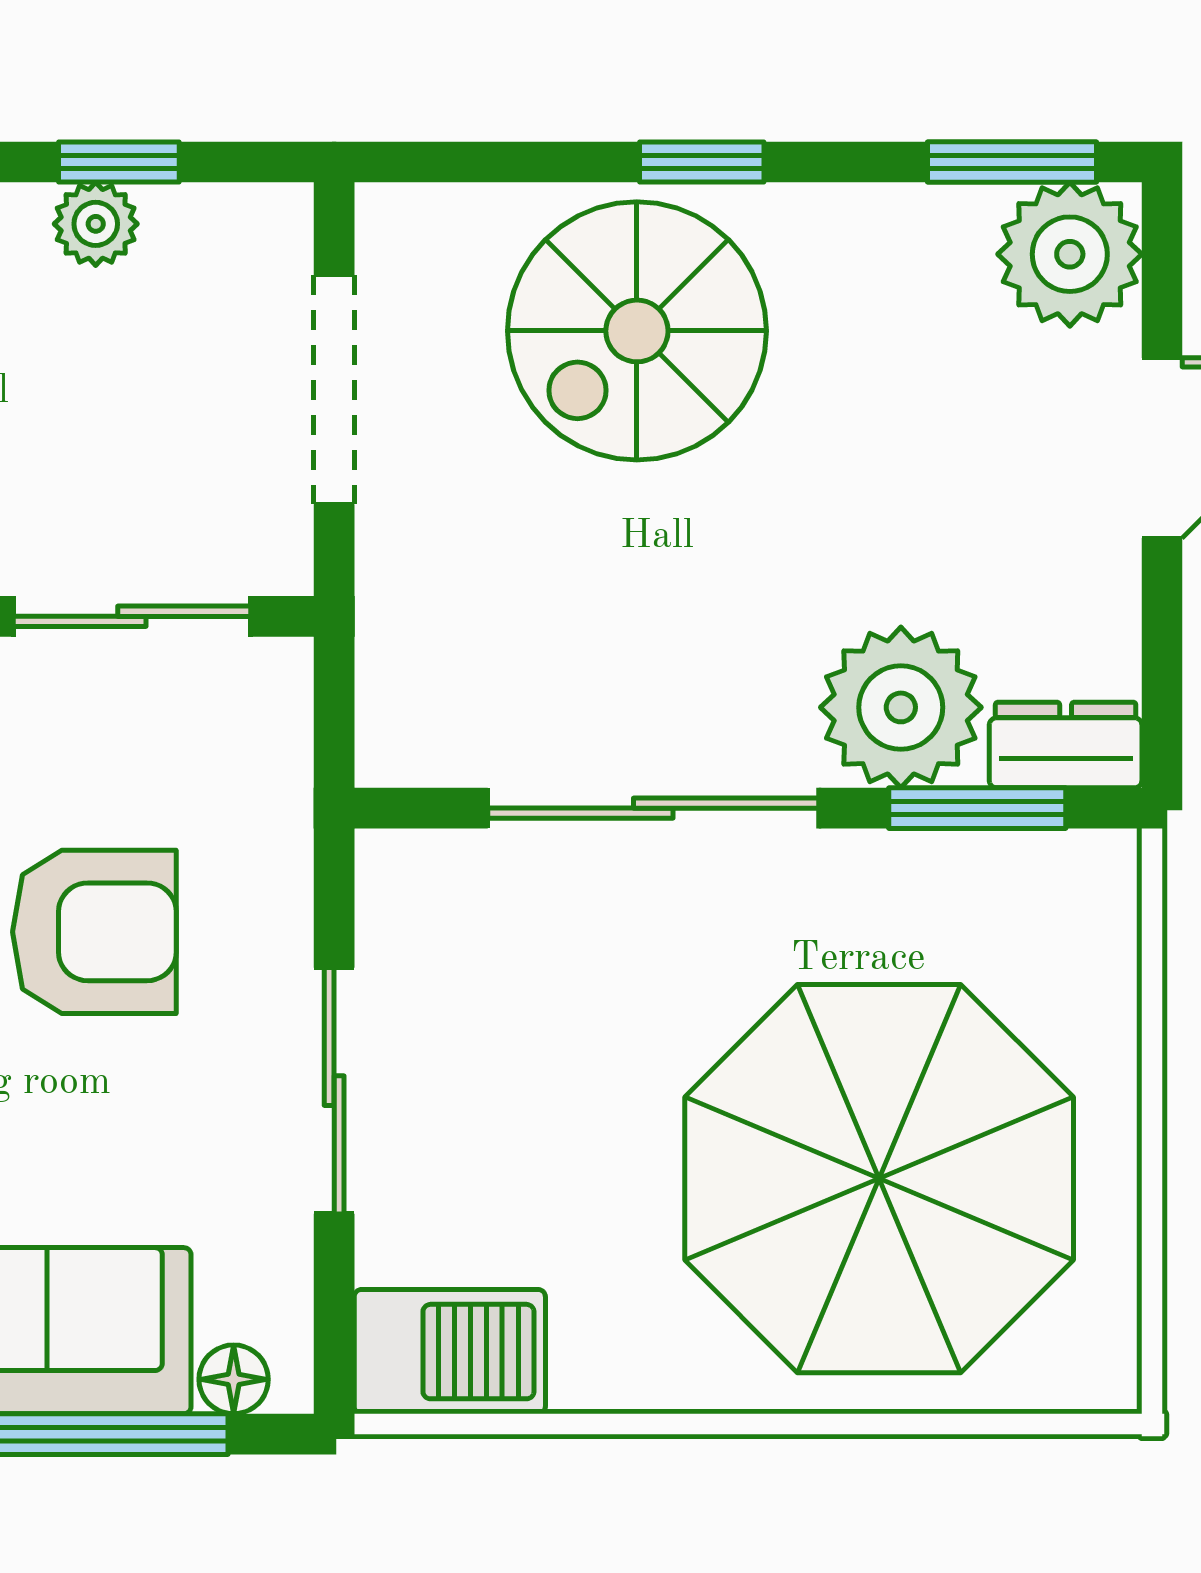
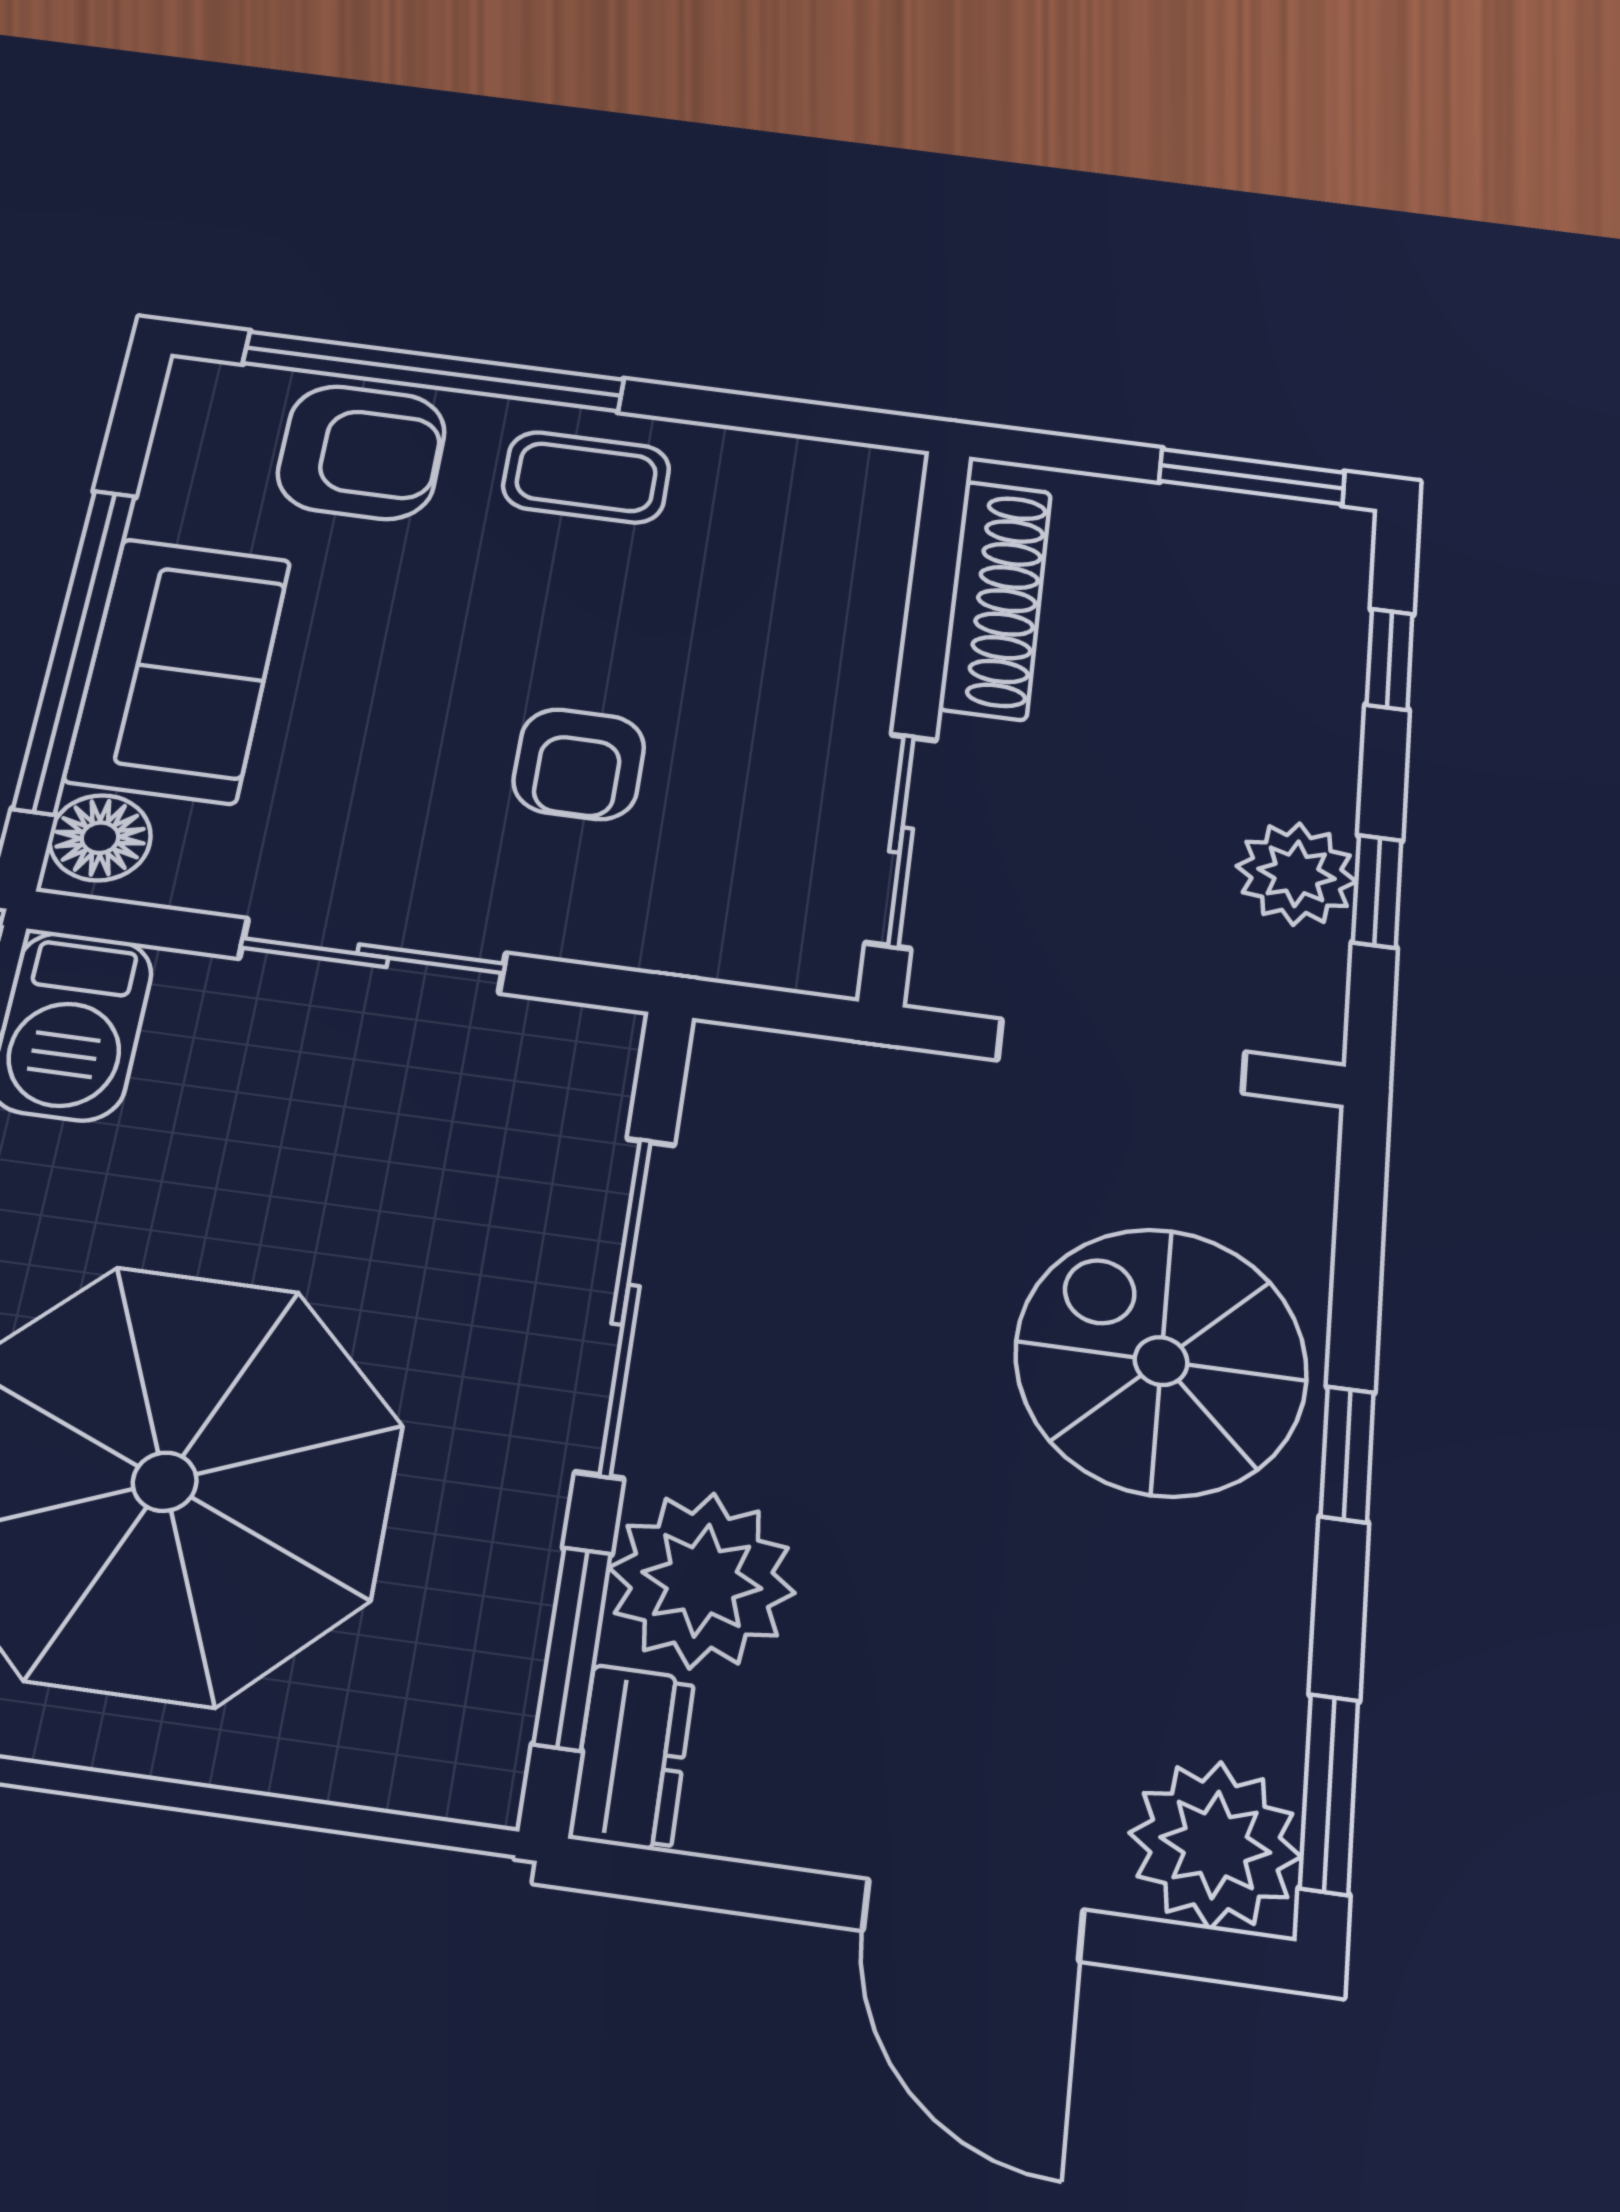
plant: (96, 224) -> (1296, 874), width x1.38, depth x1.38
armchair: (94, 932) -> (579, 764), width x0.72, depth x0.72
floor lamp: (234, 1379) -> (100, 838), width x1.37, depth x1.37

